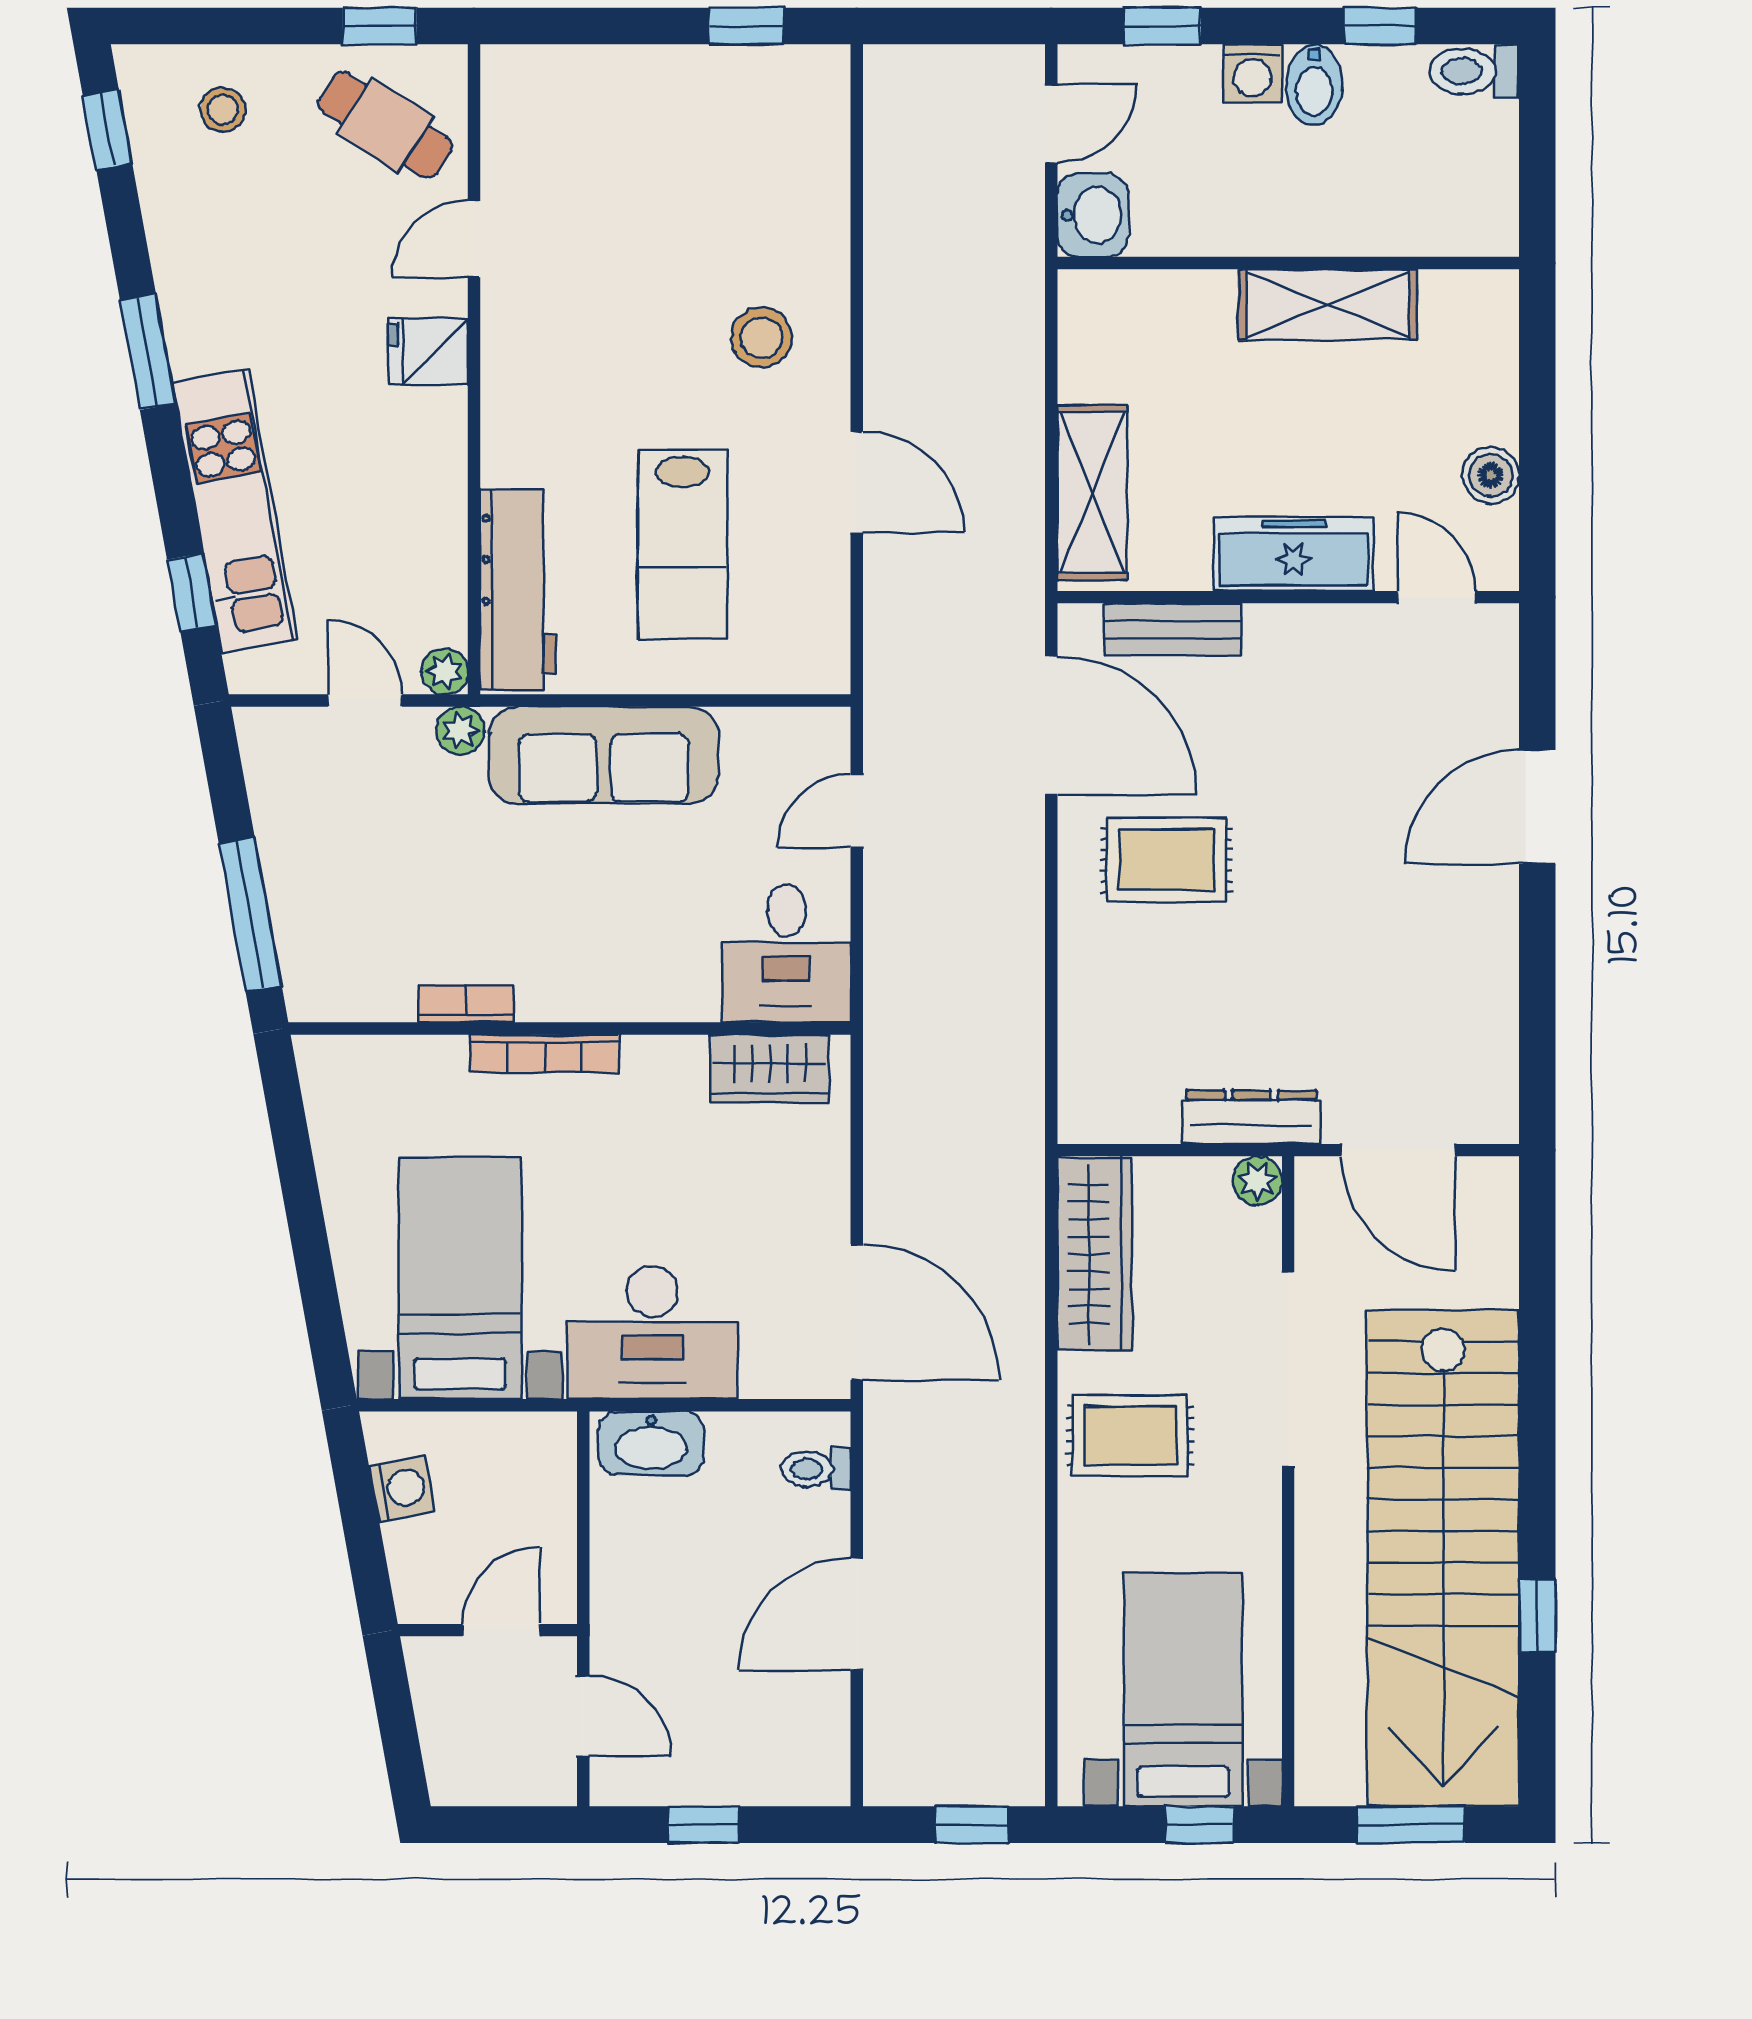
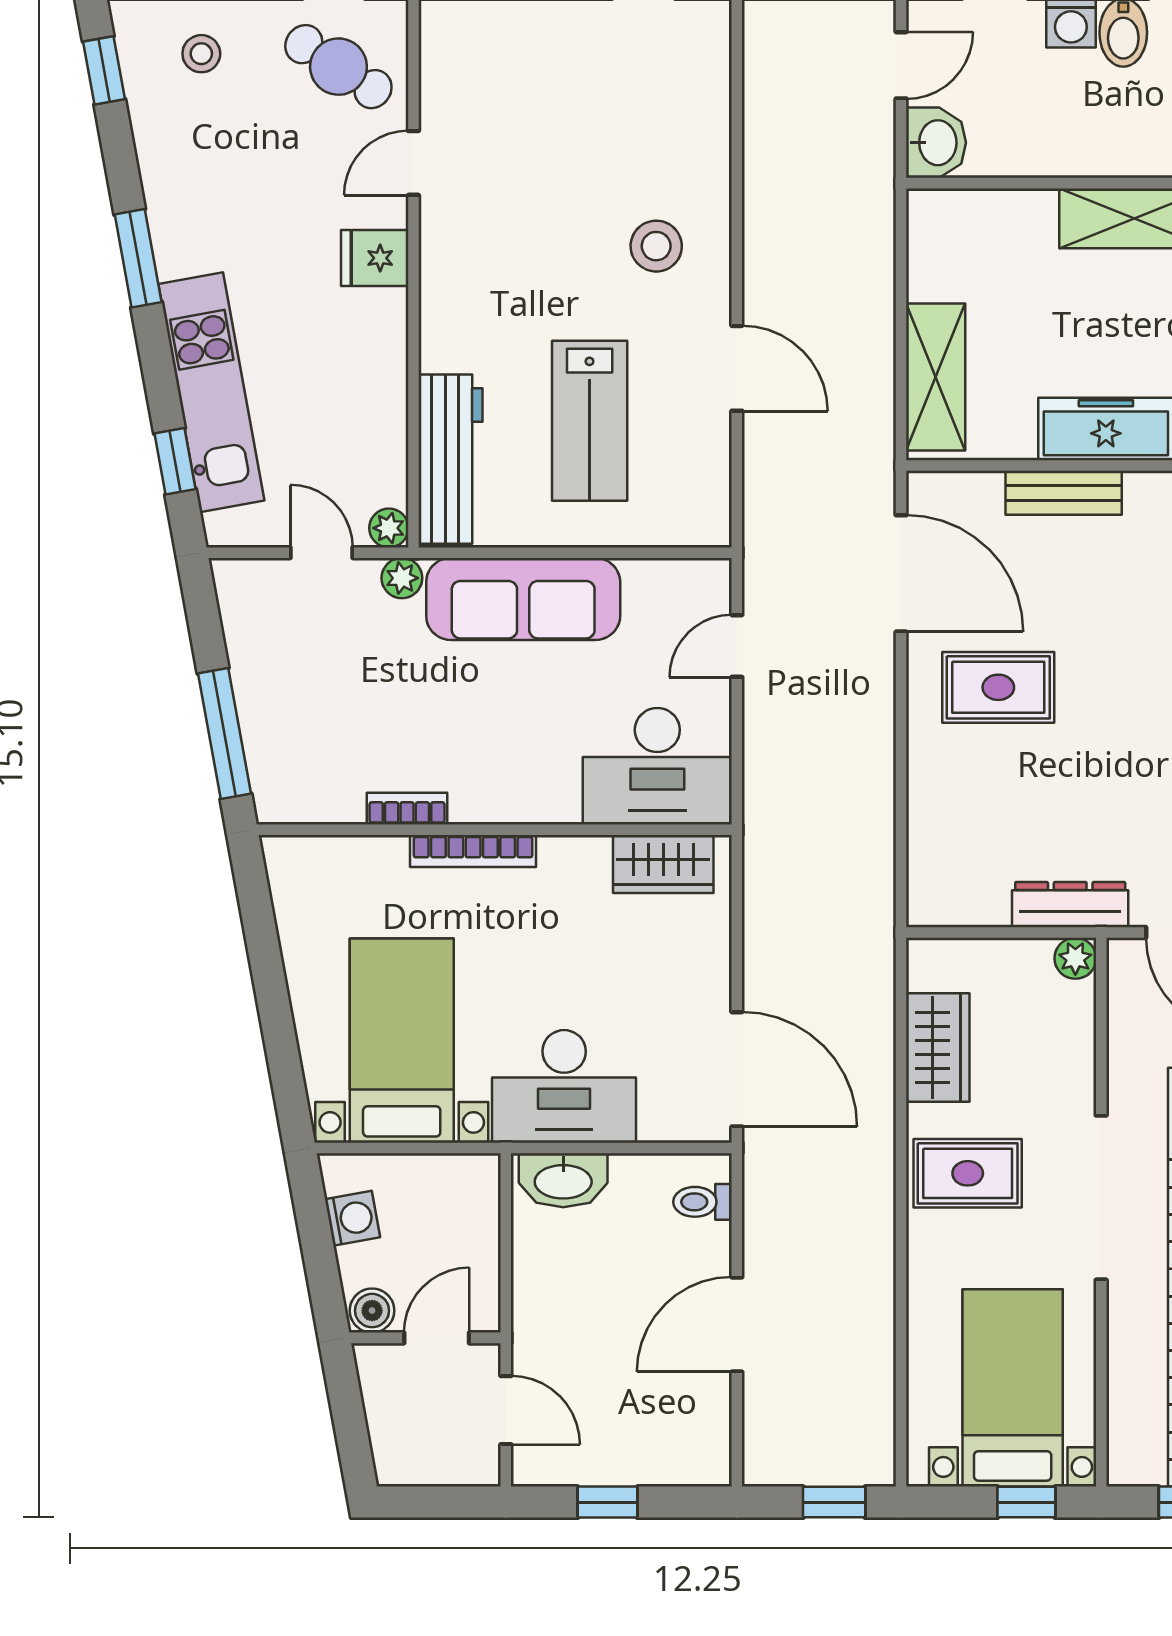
bench: (1173, 629) -> (1064, 493), moved
desk: (787, 953) -> (657, 766), width x1.37
wardrobe: (1095, 1254) -> (938, 1047), width x0.67
doorway: (1288, 1369) -> (1101, 1198), moved
boiler: (425, 1598) -> (372, 1311), added

